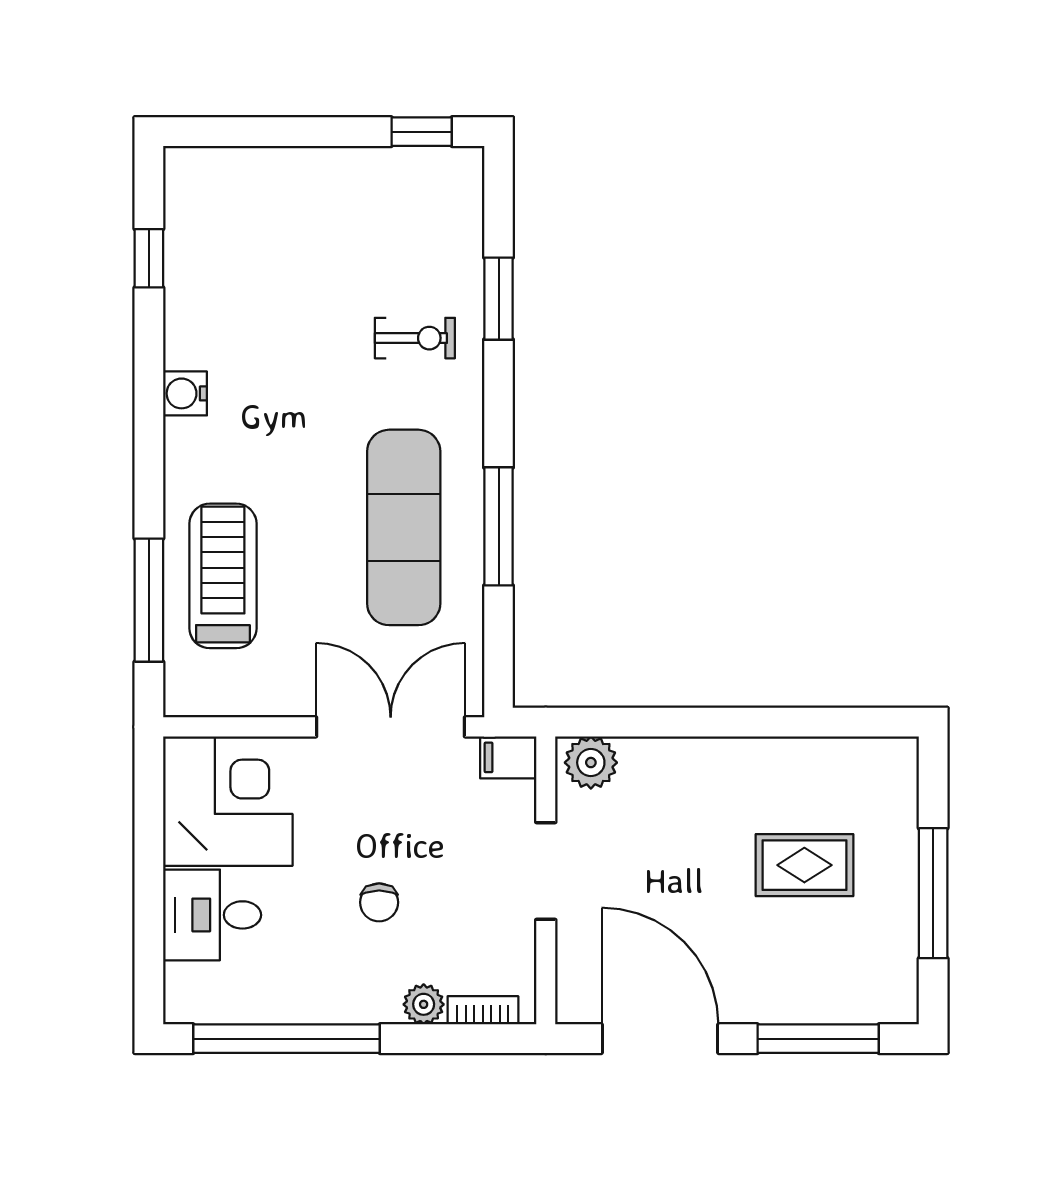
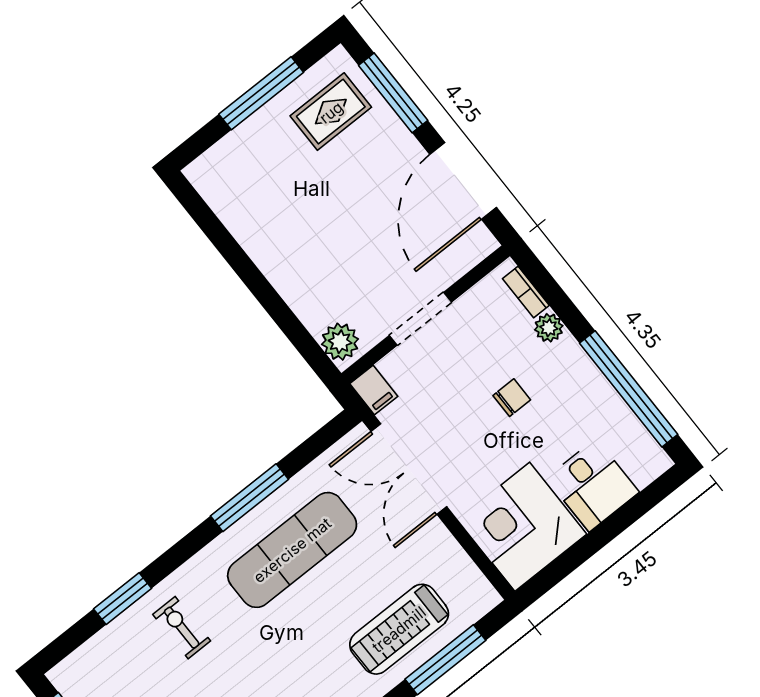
rug: (804, 865) -> (331, 112), moved, turned 90

